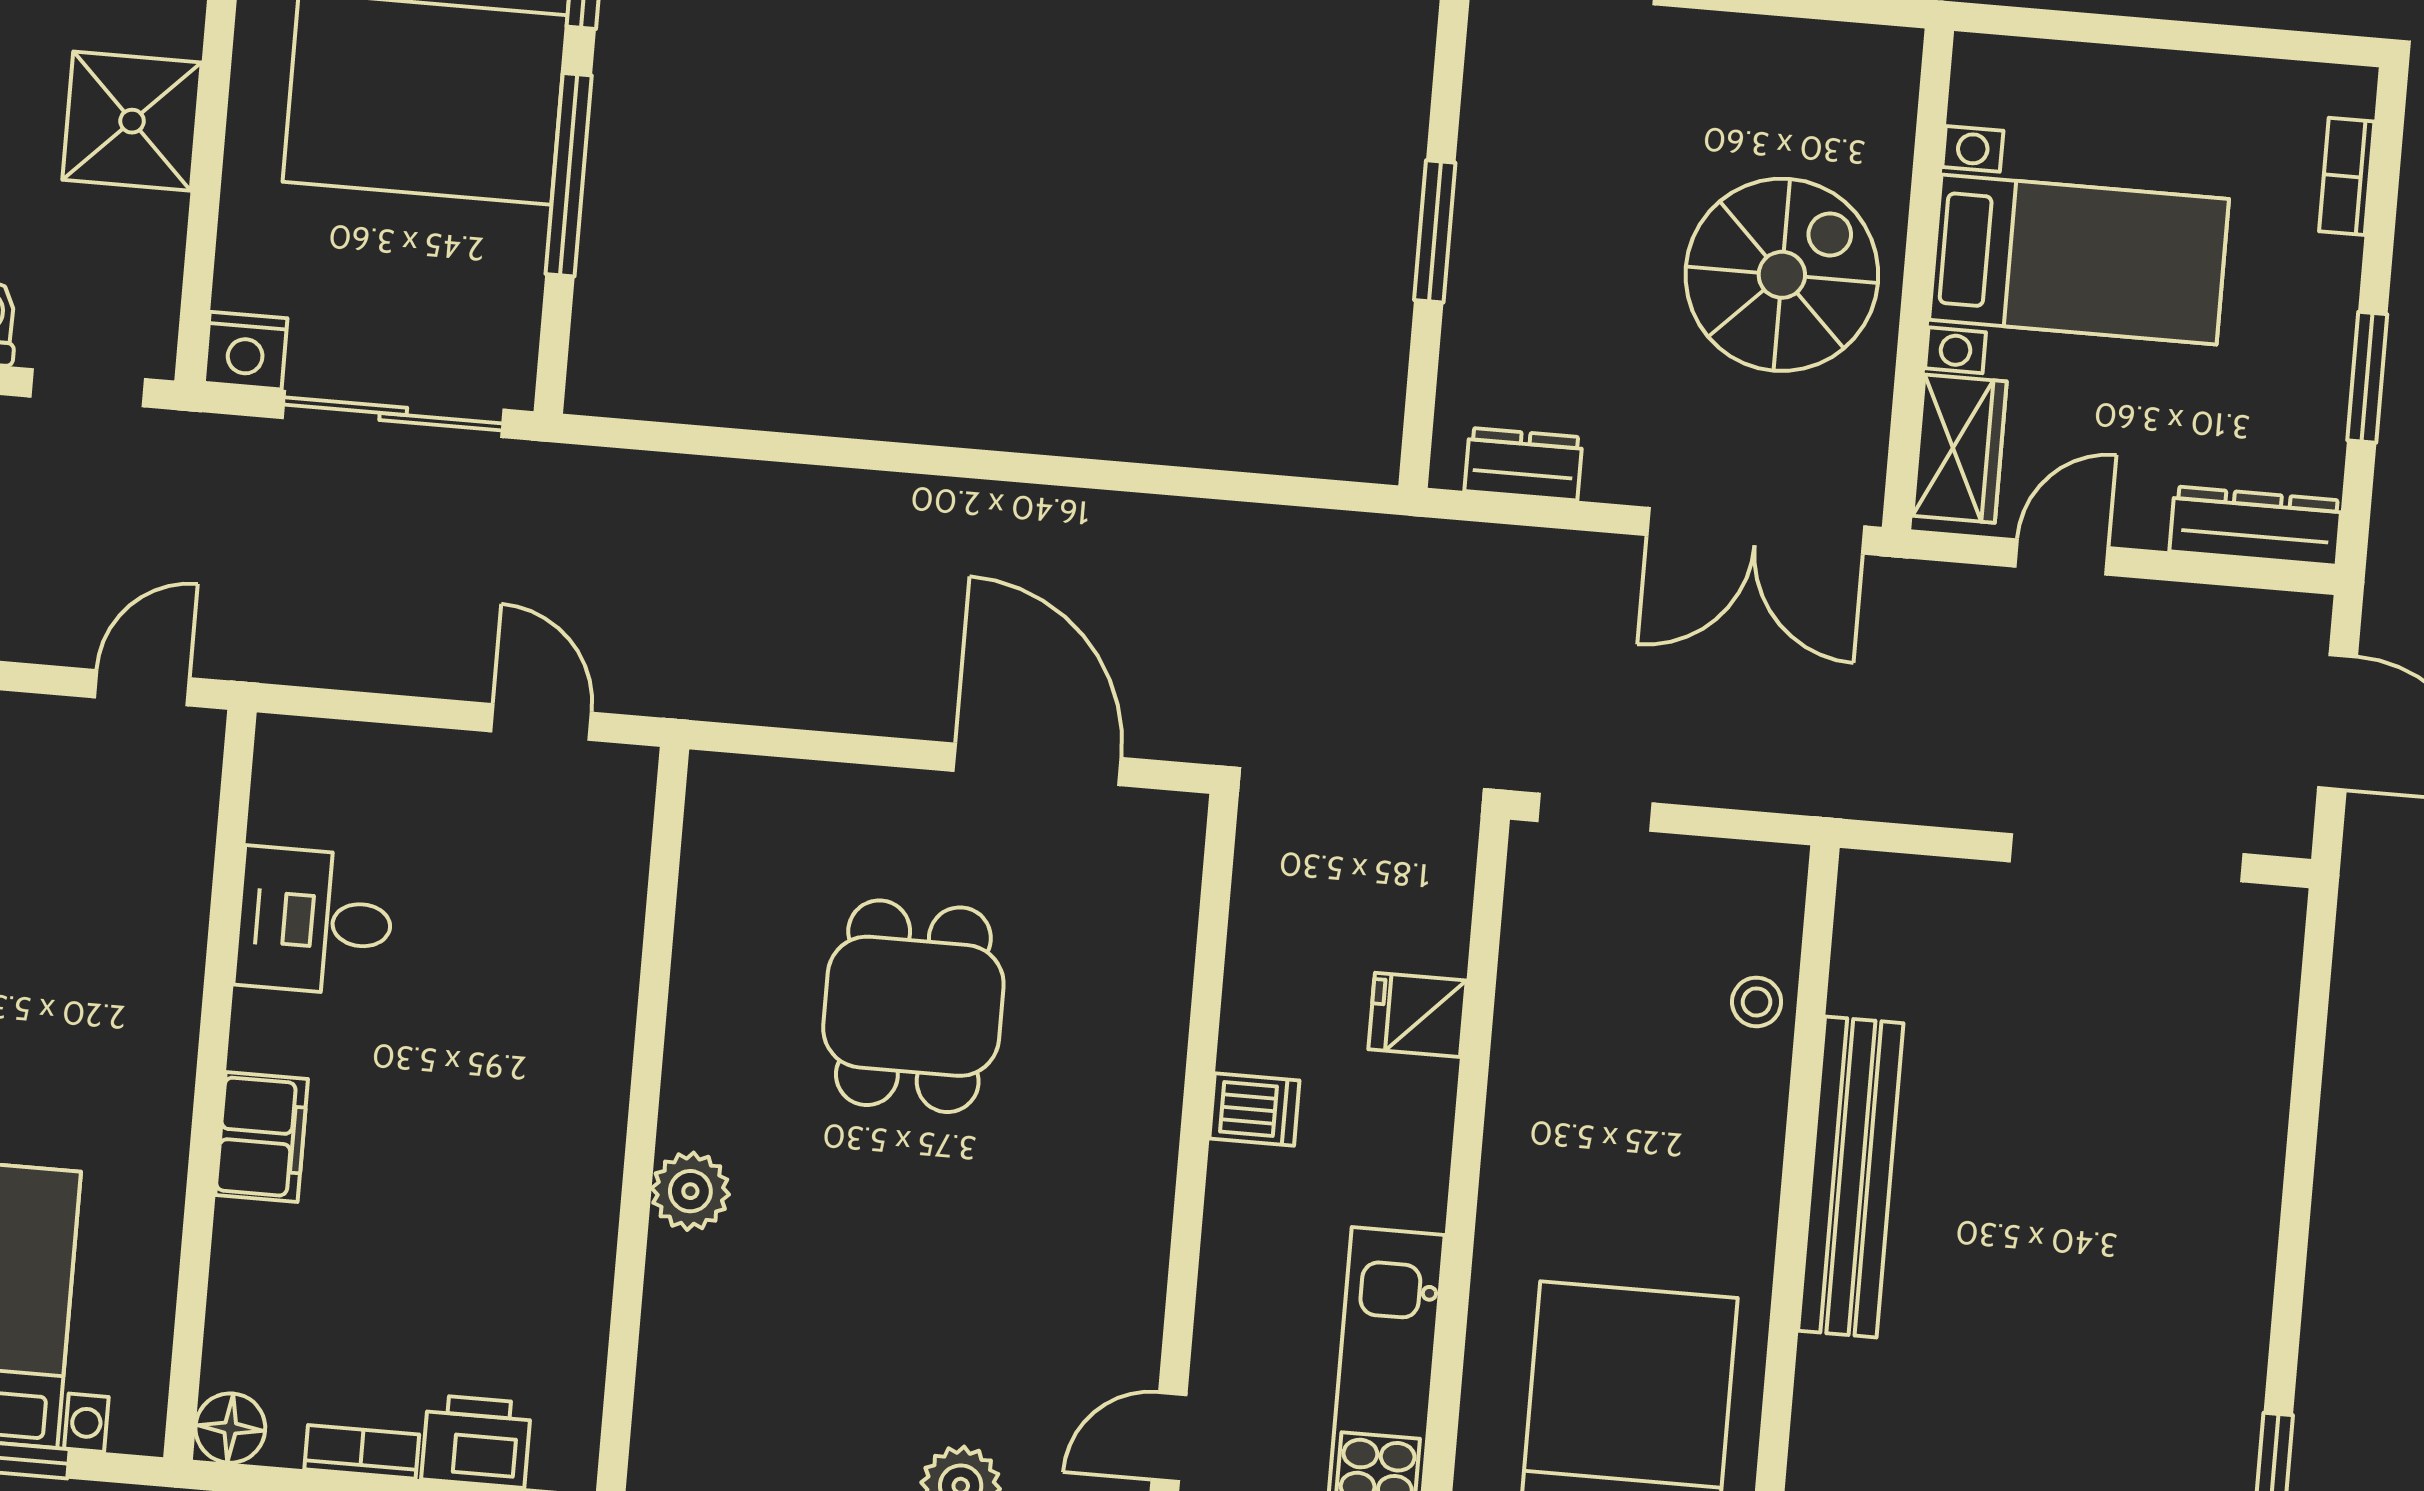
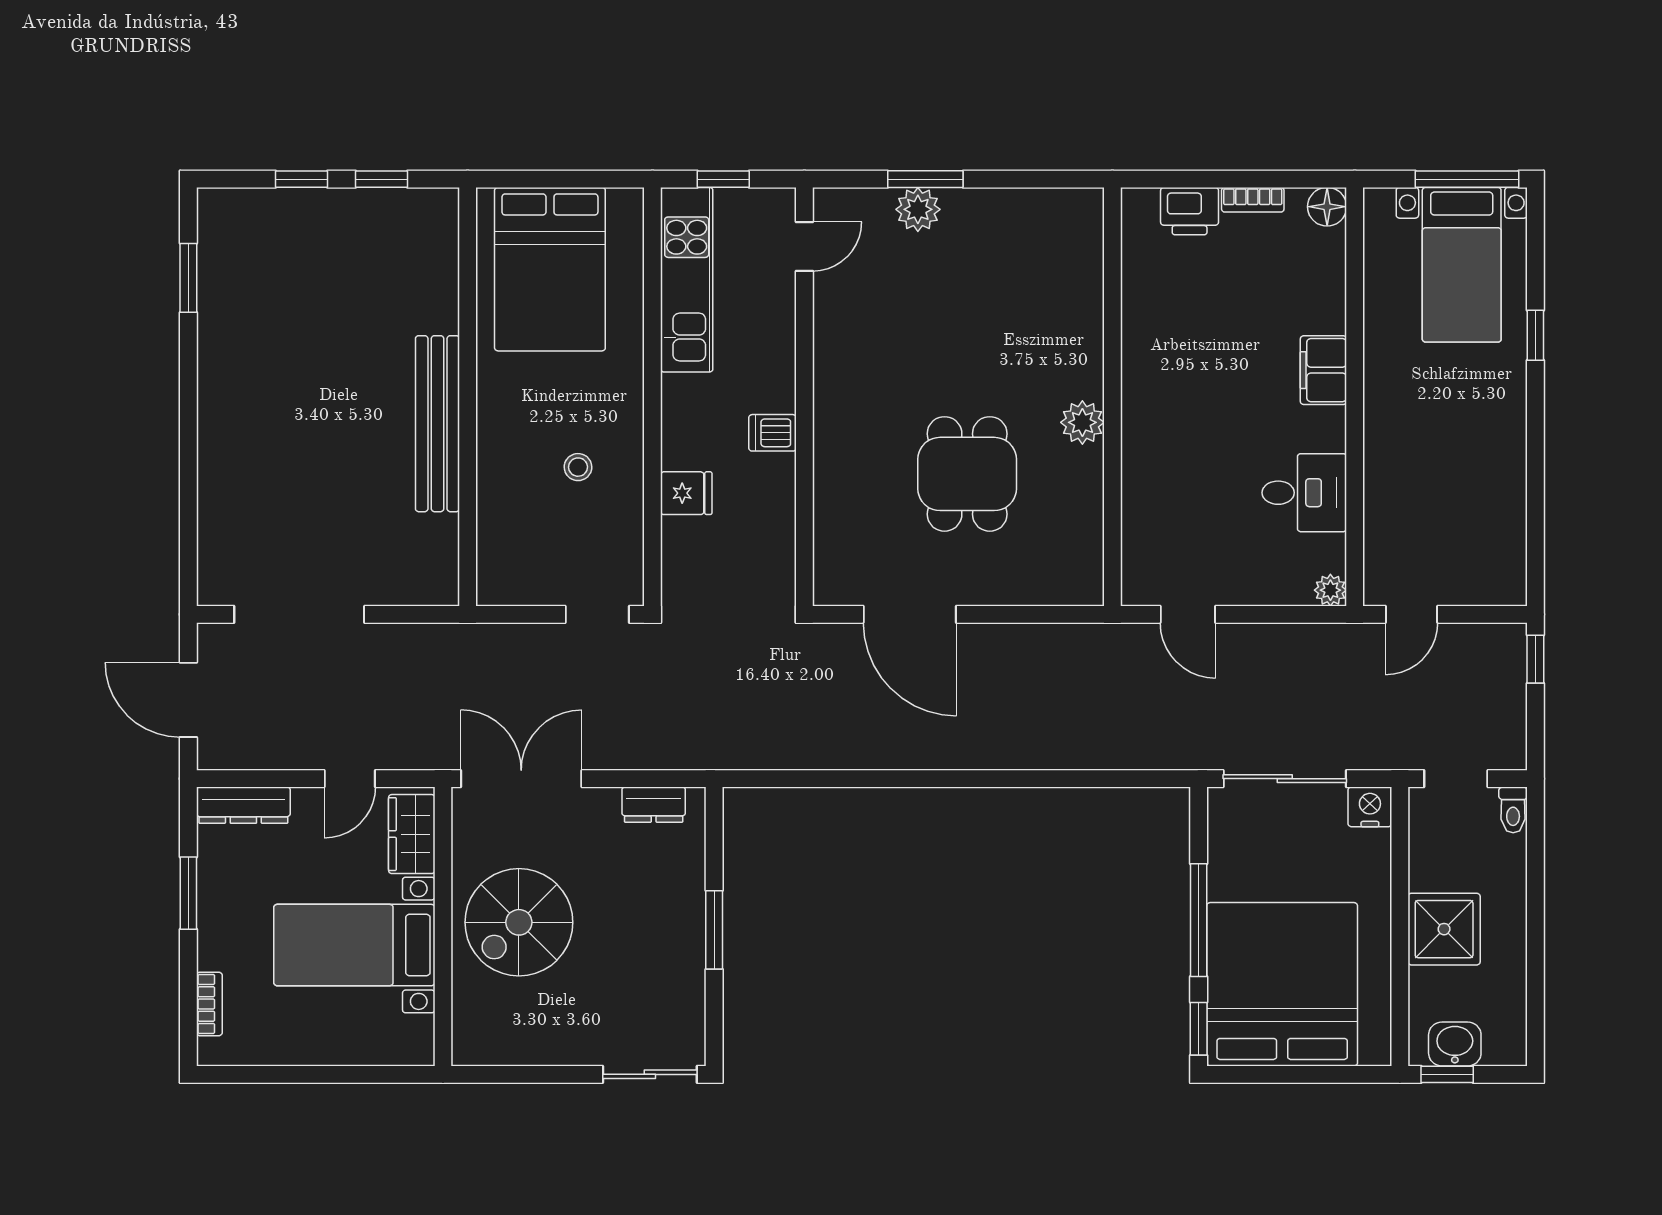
plant: (283, 743) -> (1330, 590), added
stool: (1757, 1002) -> (578, 467), moved
plant: (690, 1191) -> (1082, 422), moved

